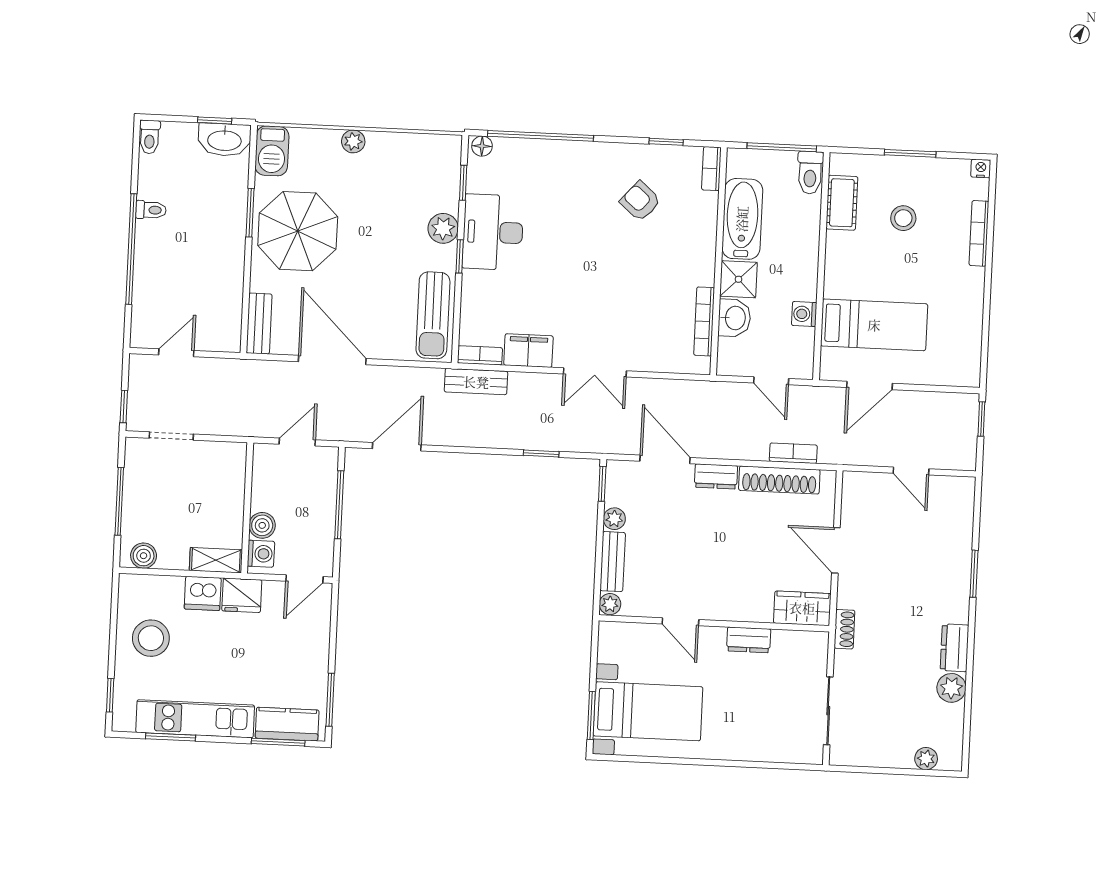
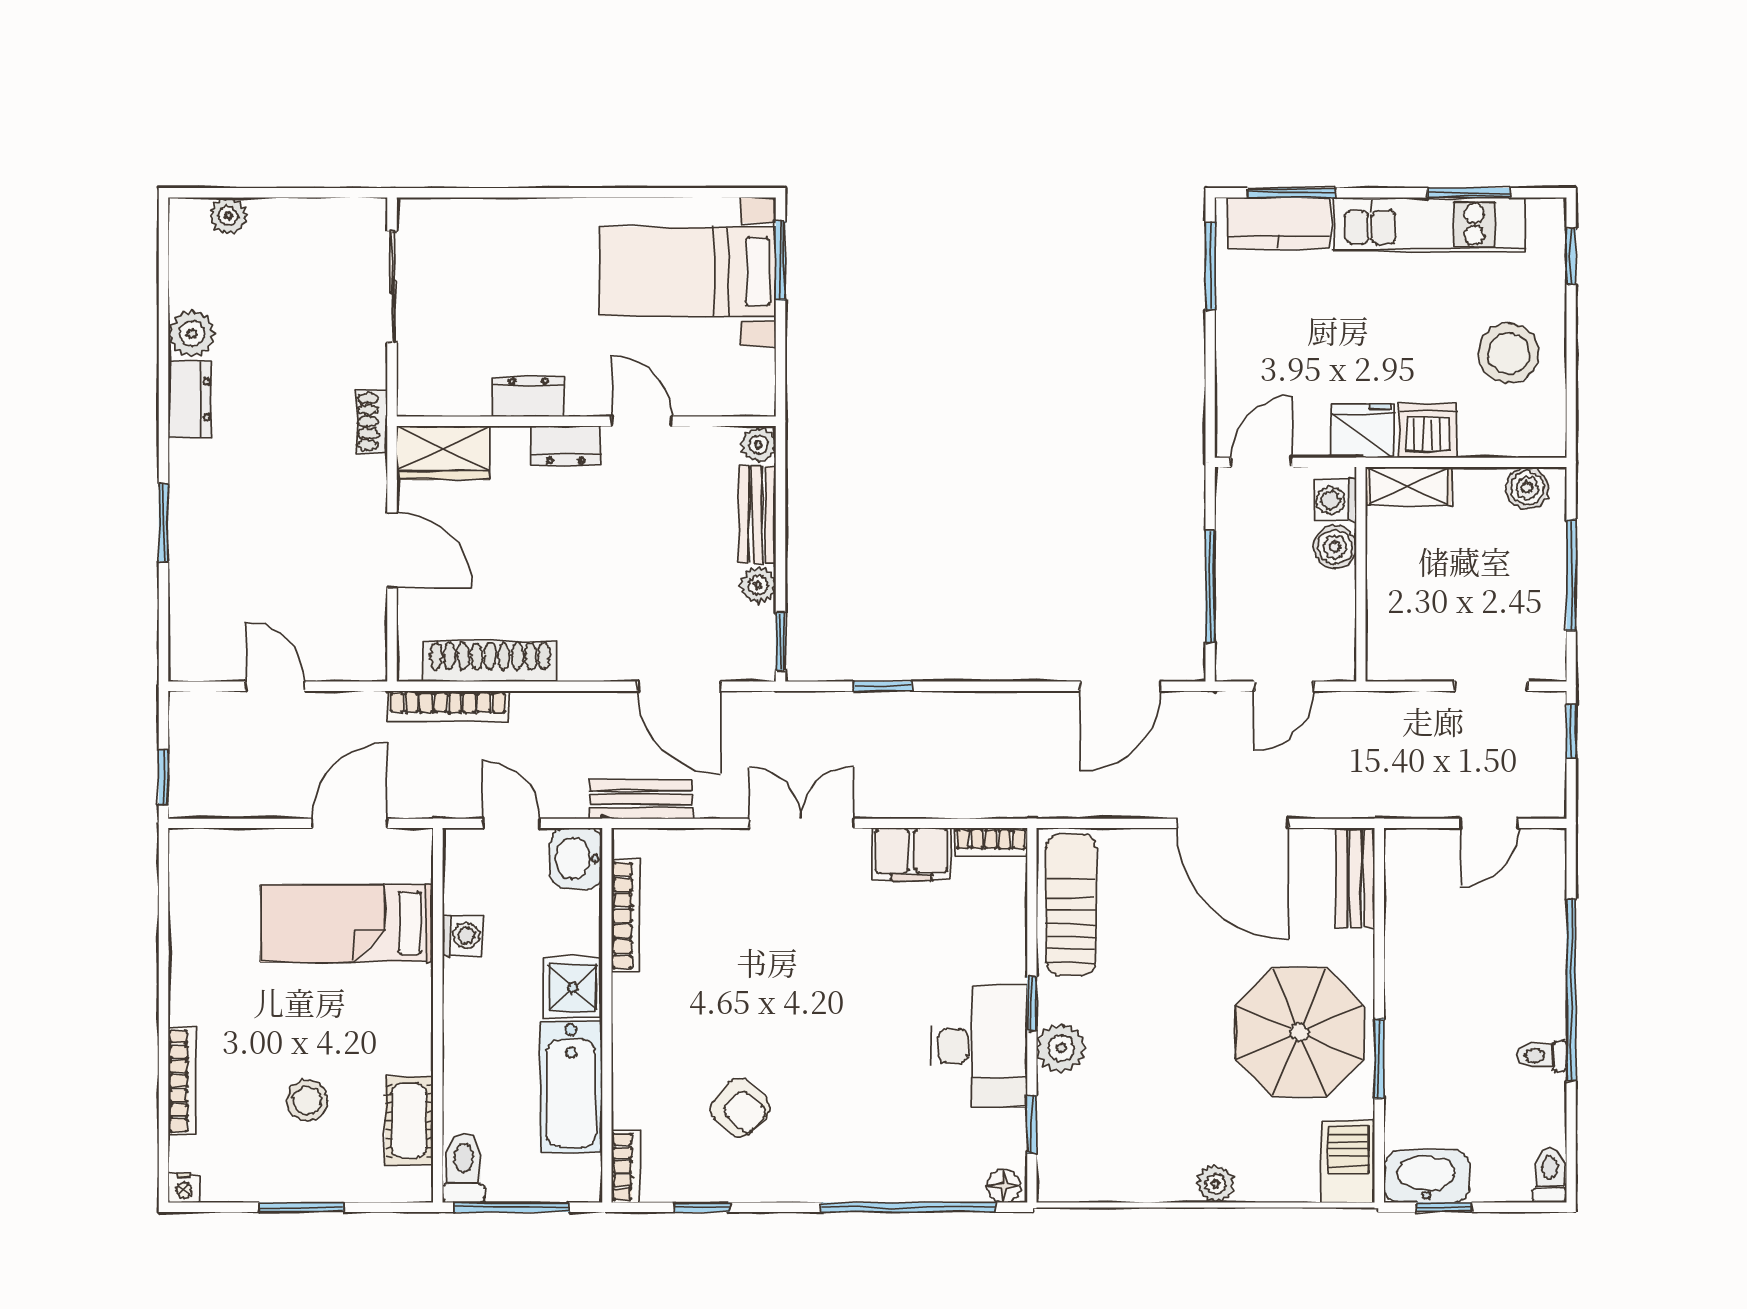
washbasin: (734, 318) -> (576, 859), moved
bench: (476, 382) -> (641, 799), moved
bookcase: (793, 453) -> (448, 706), width x1.56
dresser: (716, 476) -> (566, 445), moved, turned 180

